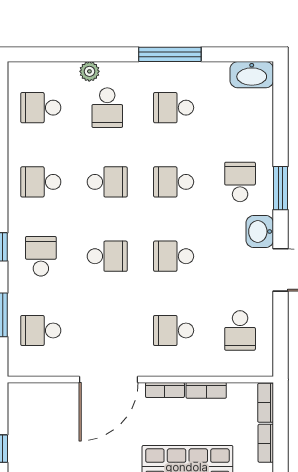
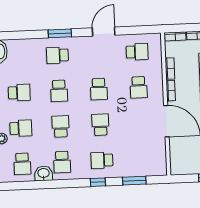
school desk: (174, 108) -> (19, 93), turned -90
washbasin: (260, 232) -> (44, 173), moved, turned 180
school desk: (41, 330) -> (142, 159), removed

